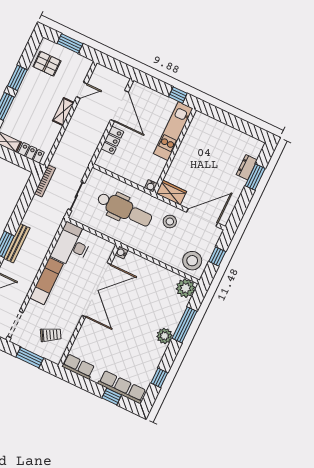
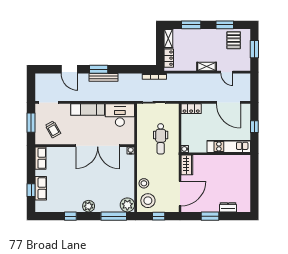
window: (17, 78) -> (225, 25), moved
window: (178, 95) -> (254, 127), moved
door: (119, 106) -> (228, 102), hinge flipped
locker: (112, 140) -> (191, 109), moved
window: (255, 177) -> (210, 216), moved
dental chair: (124, 209) -> (161, 139), width x0.73, depth x0.72
door: (202, 218) -> (180, 193), hinge flipped
stool: (170, 222) -> (144, 183), moved
window: (185, 325) -> (114, 216), moved
window: (159, 378) -> (70, 216), moved
row of seats: (122, 387) -> (41, 188), width x0.68

